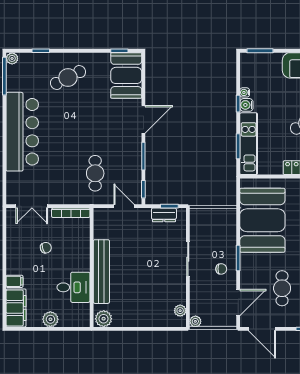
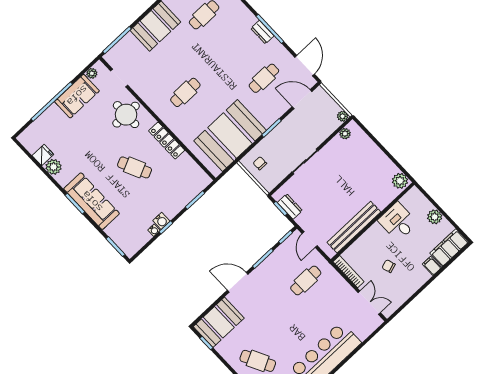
kitchen unit: (249, 144) -> (186, 194), removed
chair: (221, 269) -> (260, 163), moved
bench: (101, 272) -> (354, 227), moved

